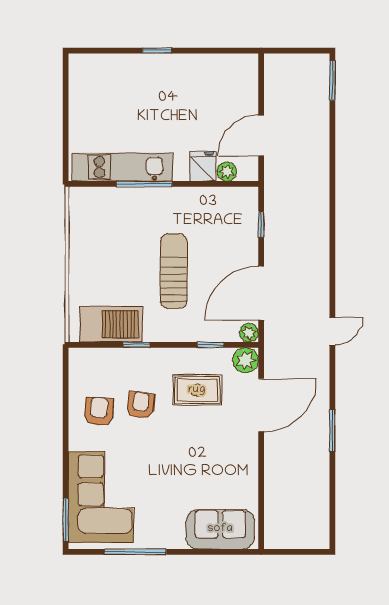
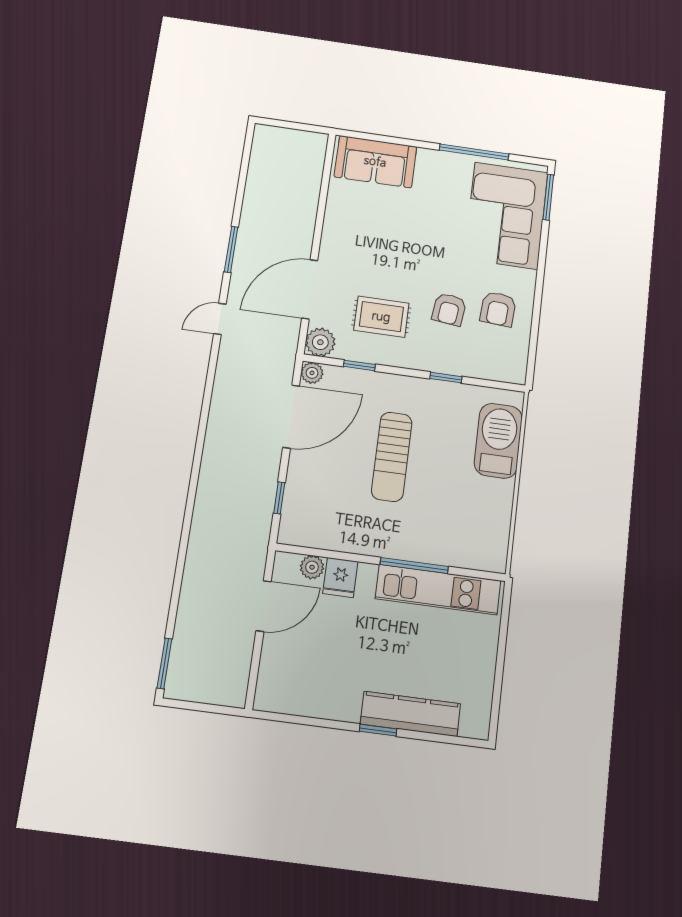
kitchen counter: (133, 66) -> (410, 714), added
barbecue: (111, 324) -> (498, 441), moved, turned 90
door: (332, 331) -> (220, 319), moved

